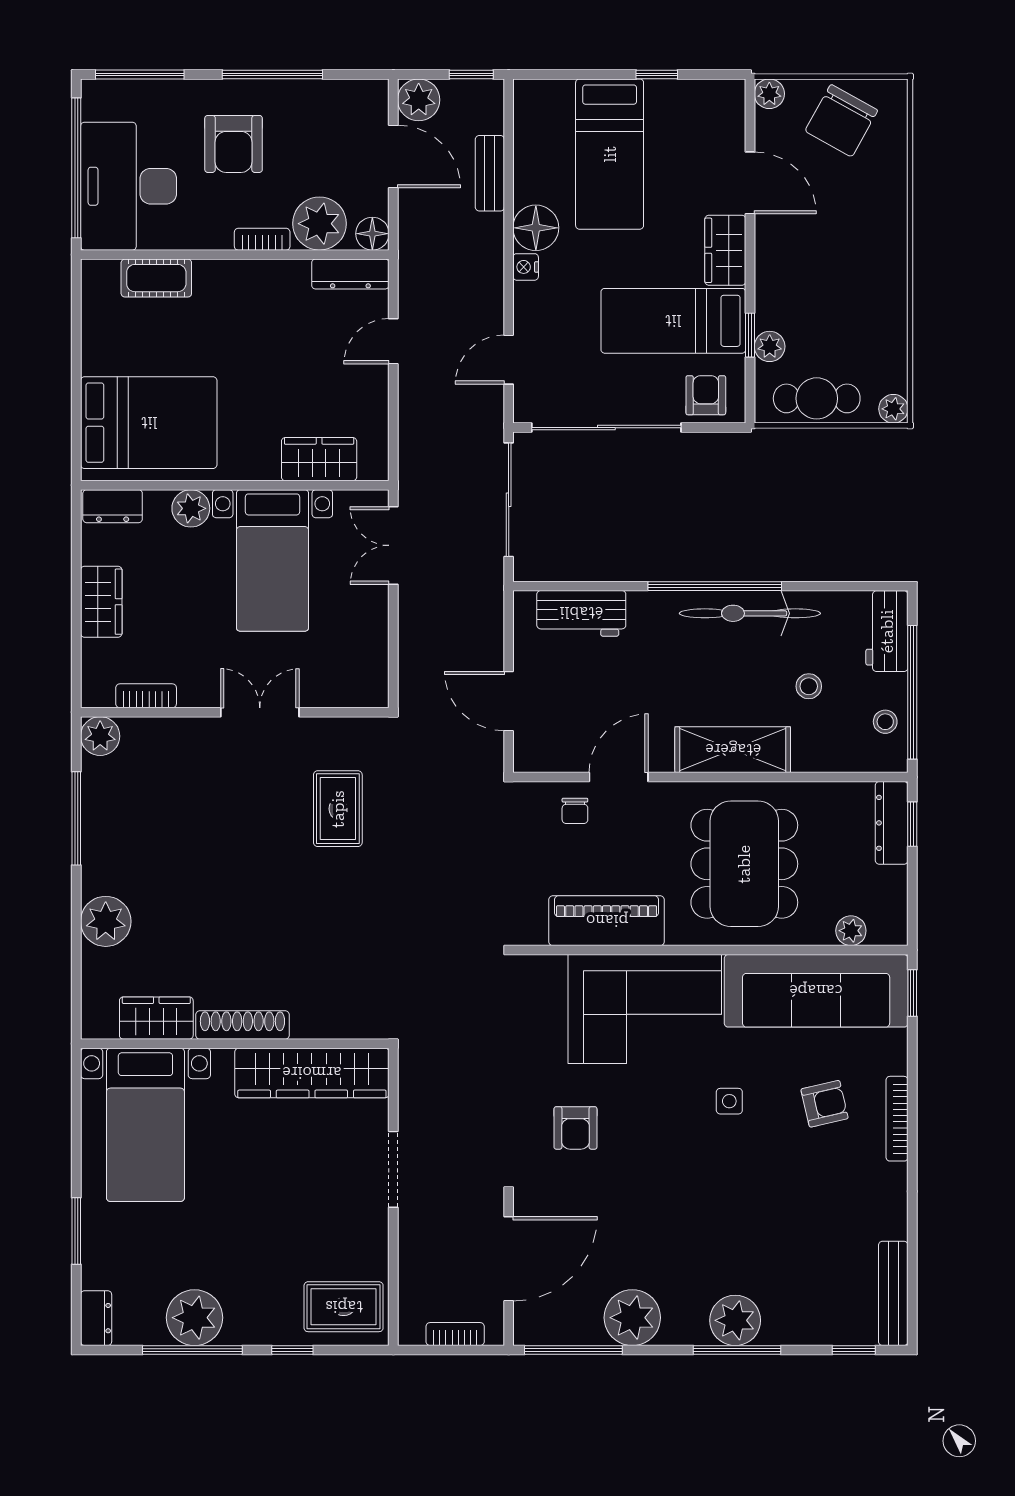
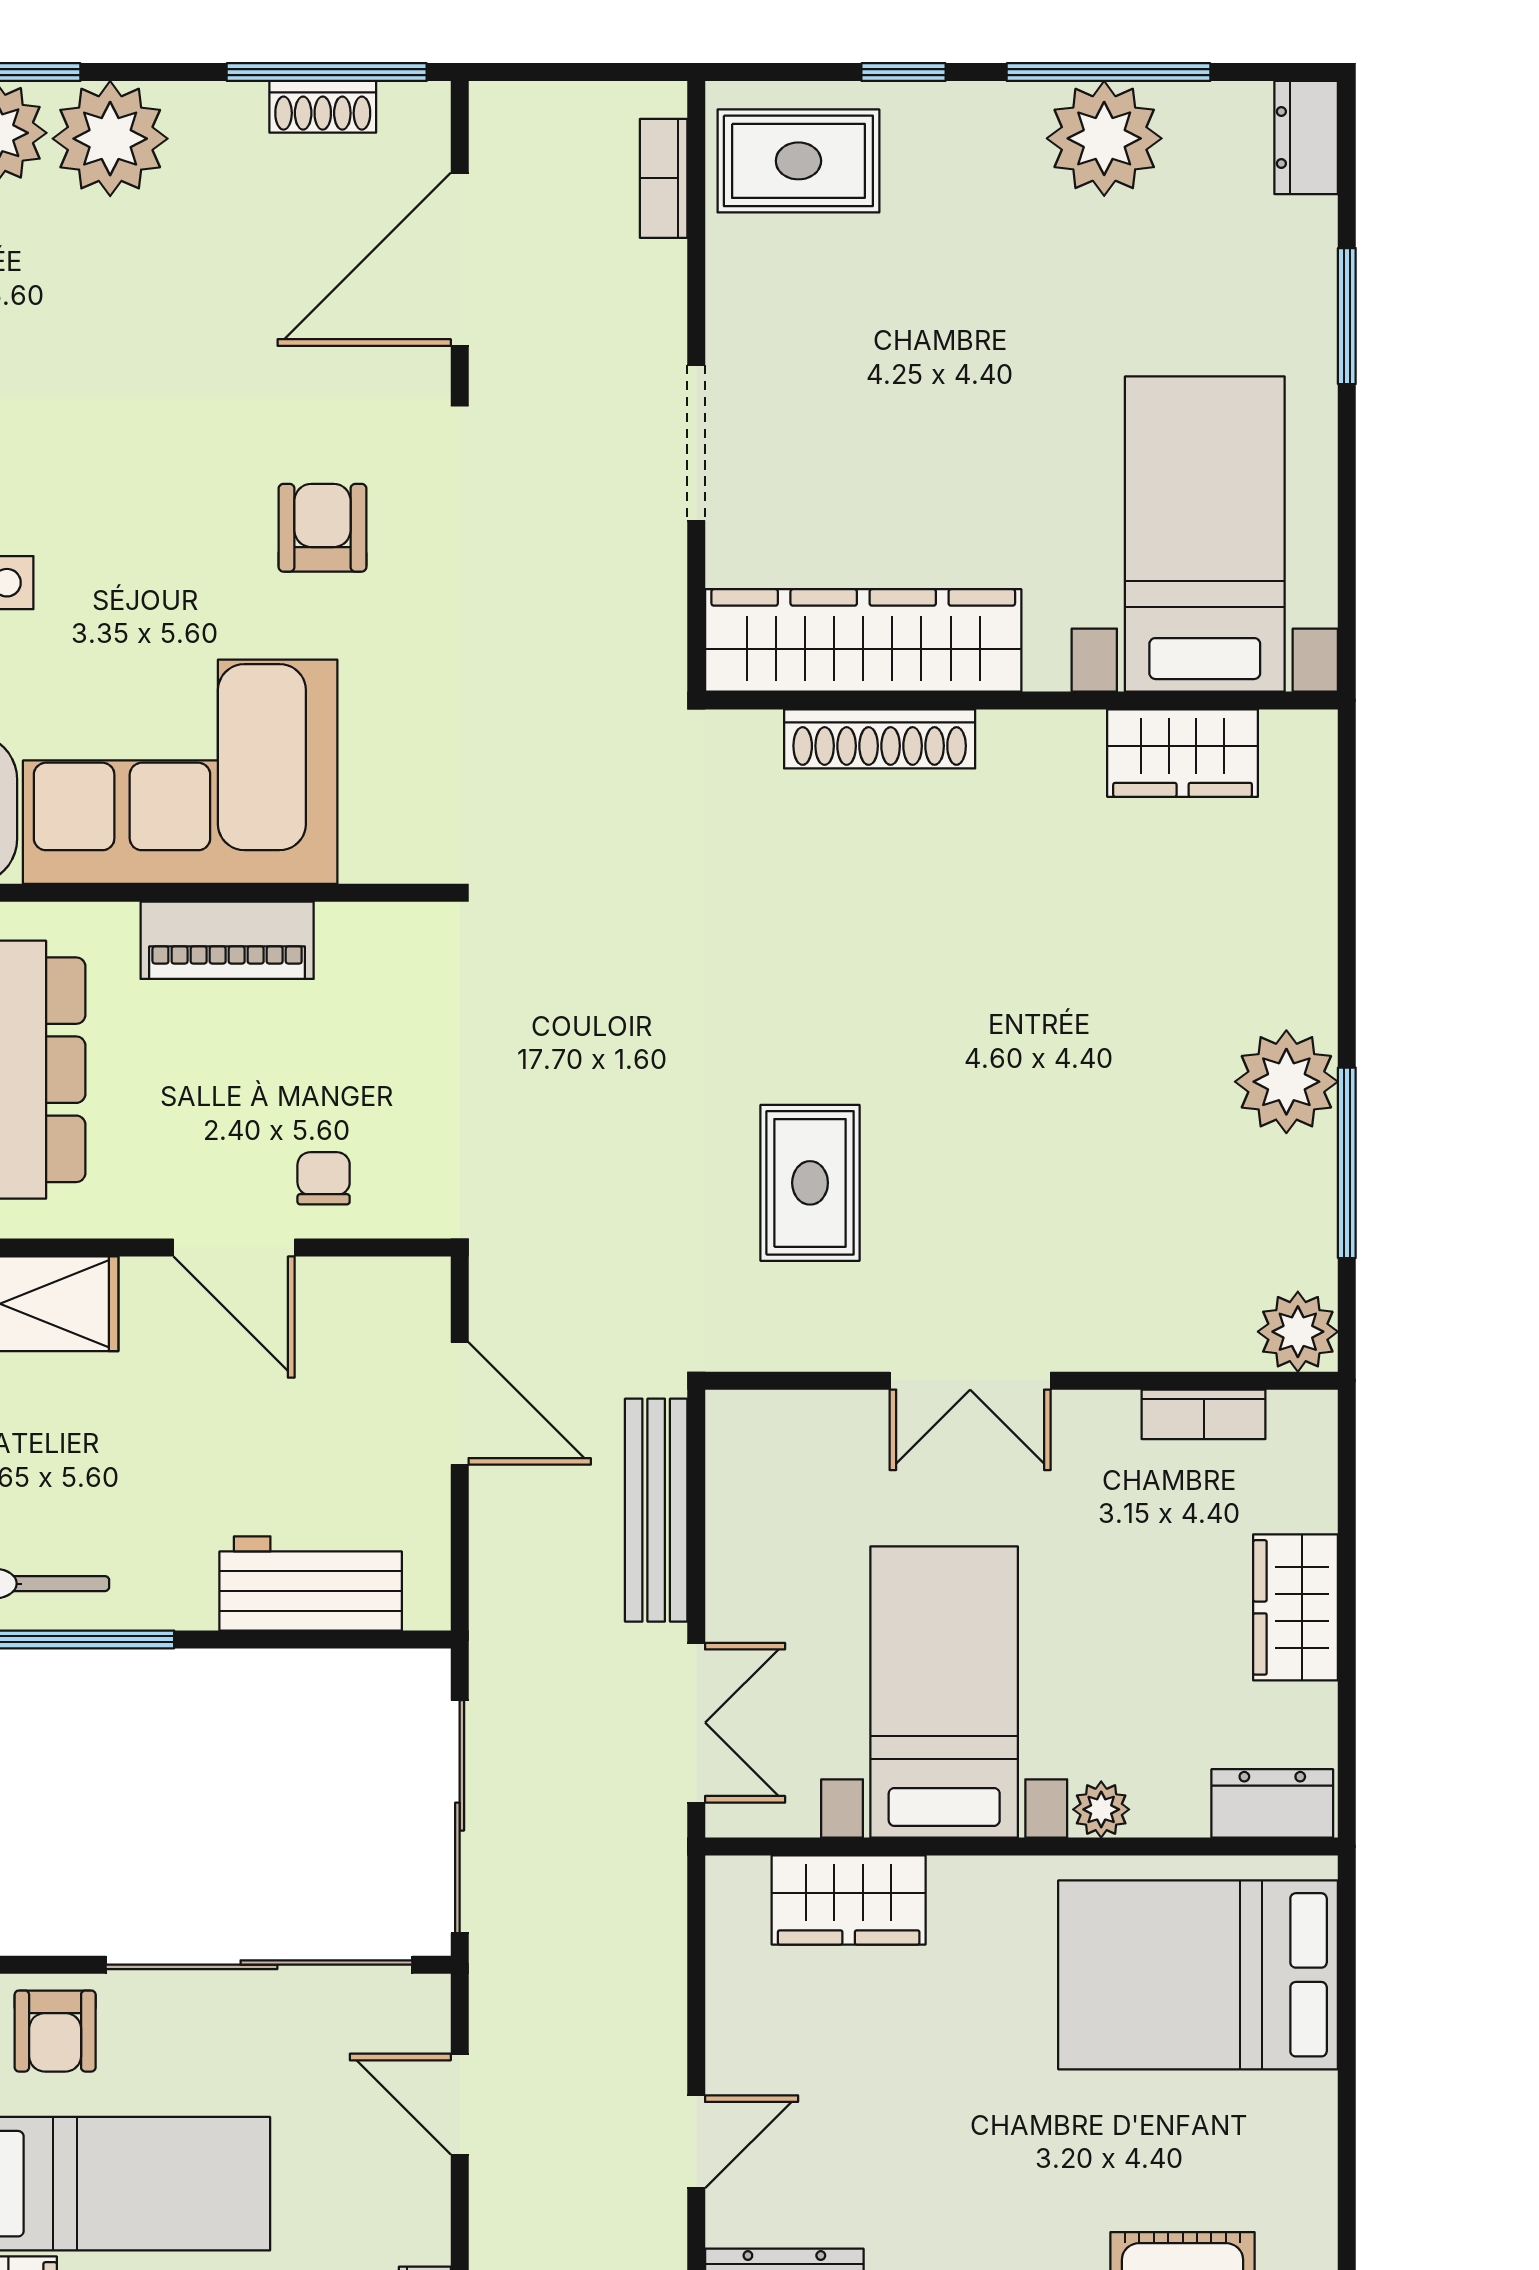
door: (509, 360) -> (460, 2104), swing flipped
plant: (191, 508) -> (1101, 1809), width x0.73, depth x0.73
bench: (413, 649) -> (656, 1510), added
door: (619, 777) -> (234, 1248), hinge flipped
plant: (106, 921) -> (1286, 1082), moved
piano: (607, 921) -> (227, 940), width x0.73, depth x0.75
shoe rack: (242, 1025) -> (880, 739), moved
plant: (632, 1318) -> (110, 139), moved
shoe rack: (575, 1333) -> (323, 107), added
bookcase: (455, 1334) -> (664, 178), moved, turned 90

